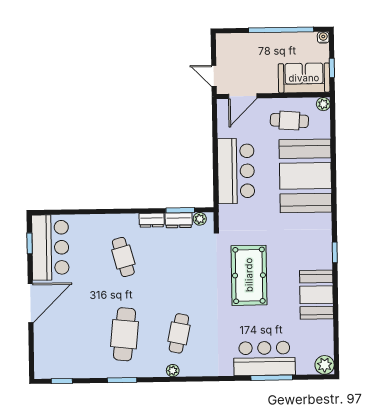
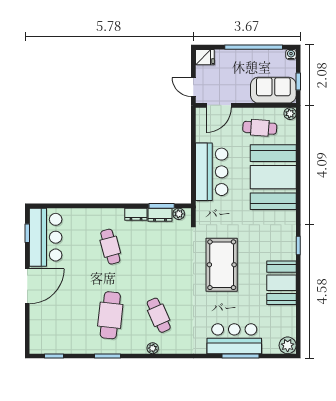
fridge: (226, 42) -> (205, 57), added
cafe table: (179, 333) -> (159, 315), turned -36

